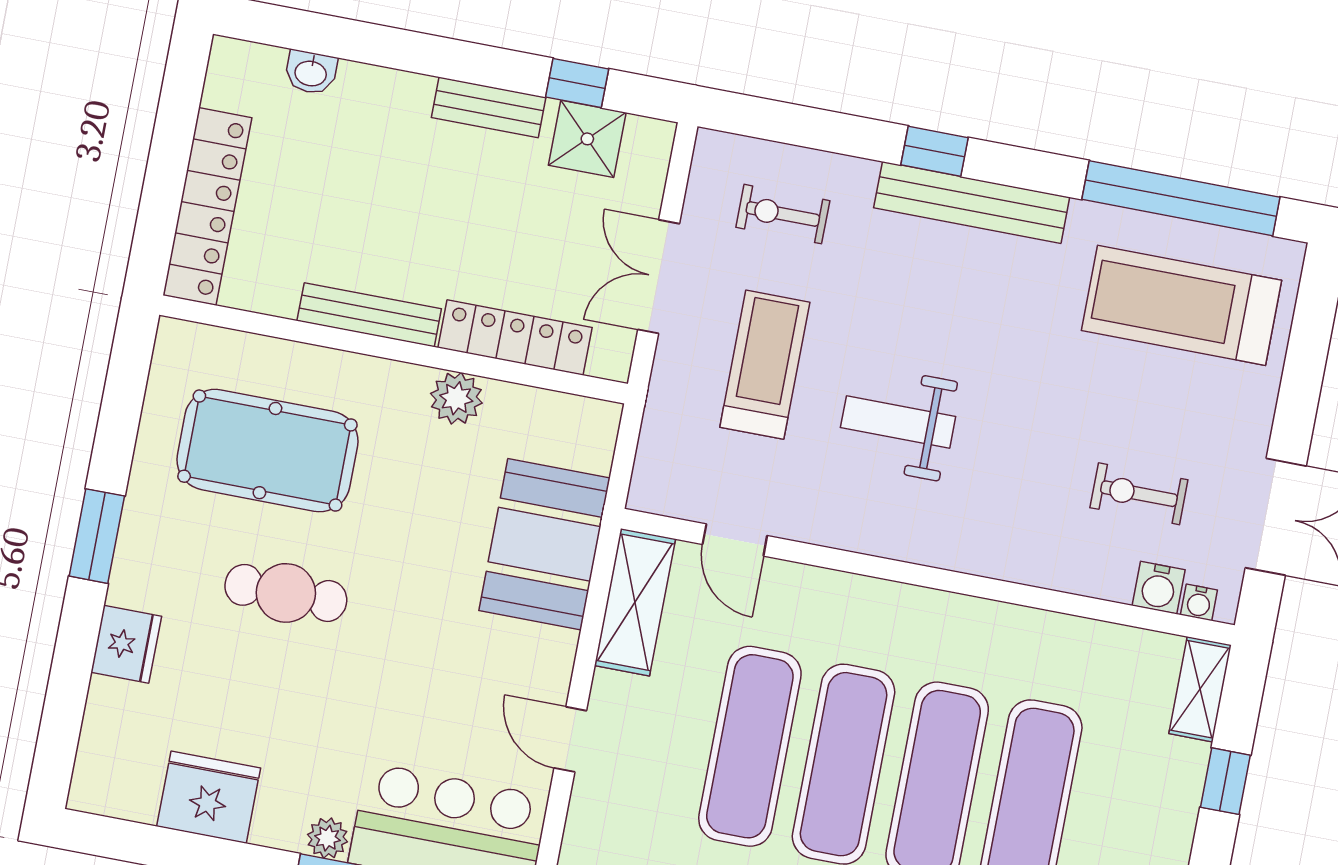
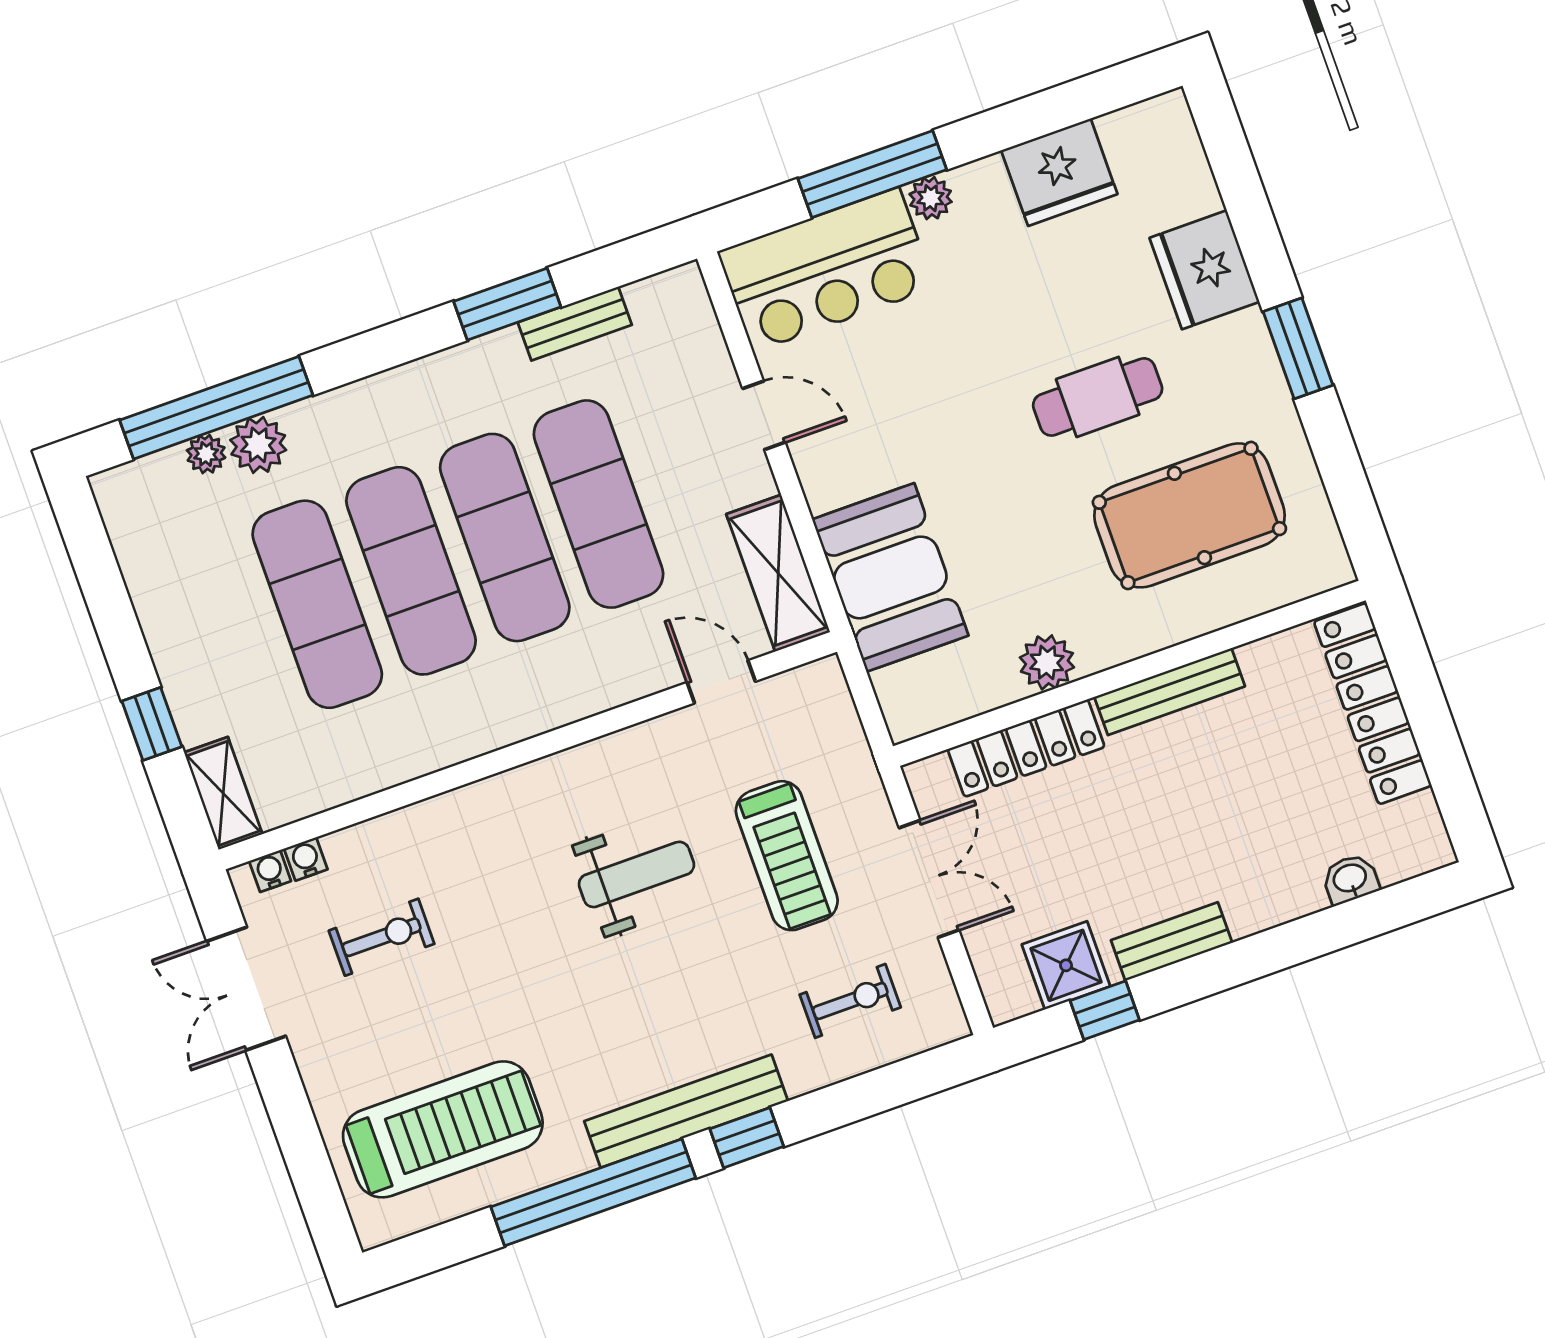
window: (1181, 198) -> (593, 1192), moved
water cooler: (1159, 588) -> (306, 859), width x0.72, depth x0.72
fridge: (126, 644) -> (1204, 270), width x1.36, depth x1.34

